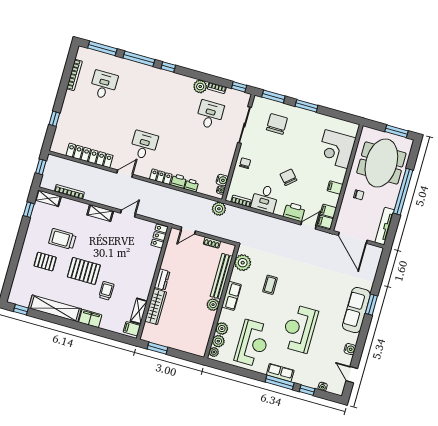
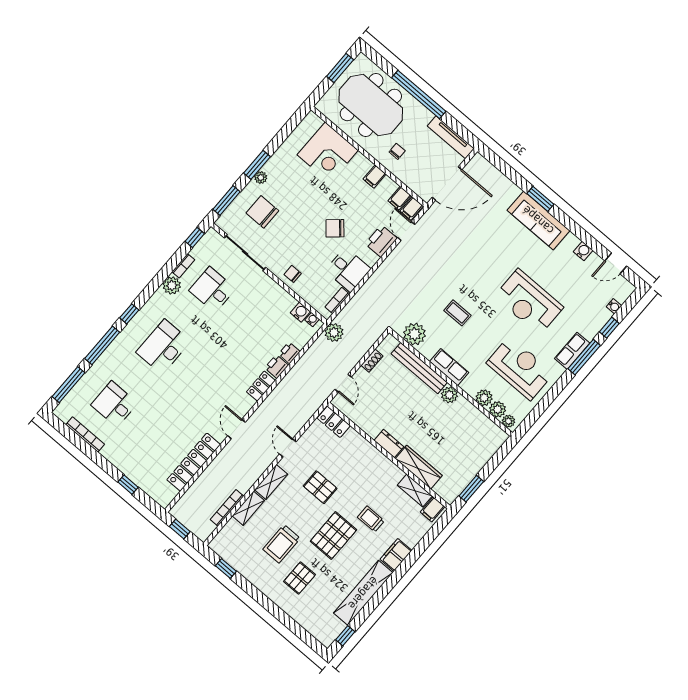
plant: (299, 112) -> (261, 177), added
desk: (144, 145) -> (163, 347), moved, width x1.37
shelving: (48, 198) -> (248, 508), moved
pallet: (112, 247) -> (320, 487), added

